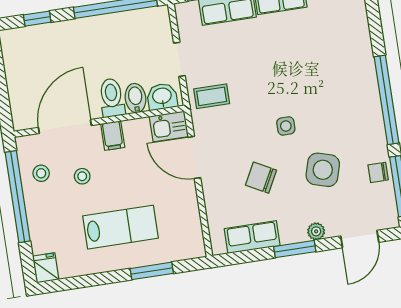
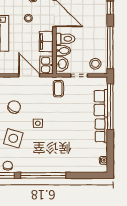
stool: (152, 31) -> (95, 64), added
filing cabinet: (113, 136) -> (46, 42), width x2.00
door: (194, 157) -> (29, 75), hinge flipped

